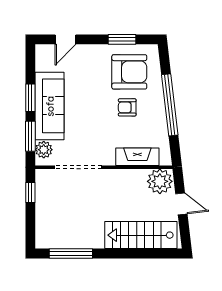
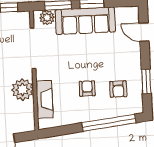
armchair: (129, 72) -> (118, 89), width x0.53, depth x0.53
window: (170, 105) -> (109, 123), moved
plant: (160, 181) -> (23, 90), moved

